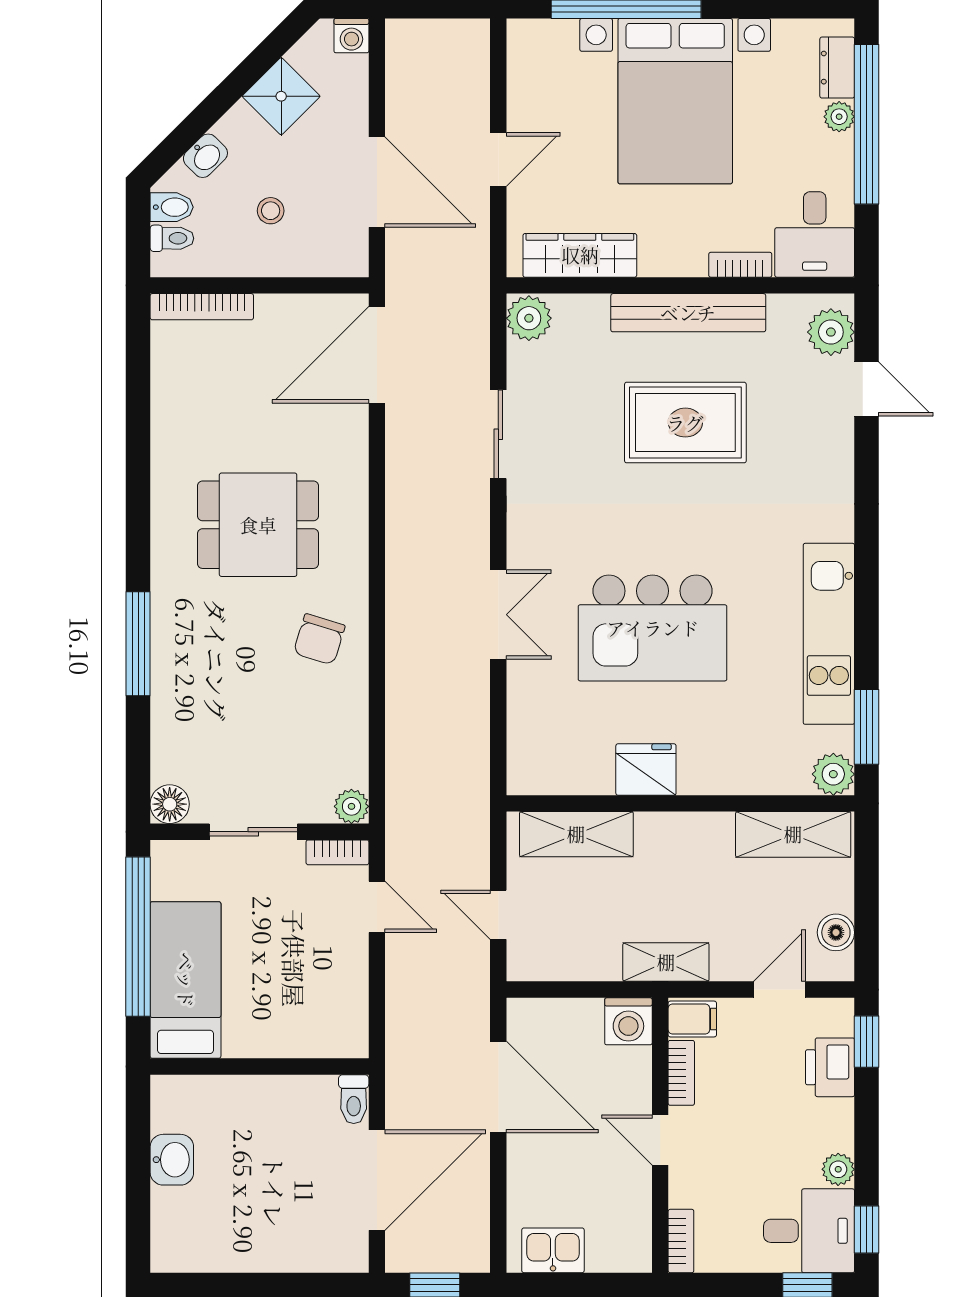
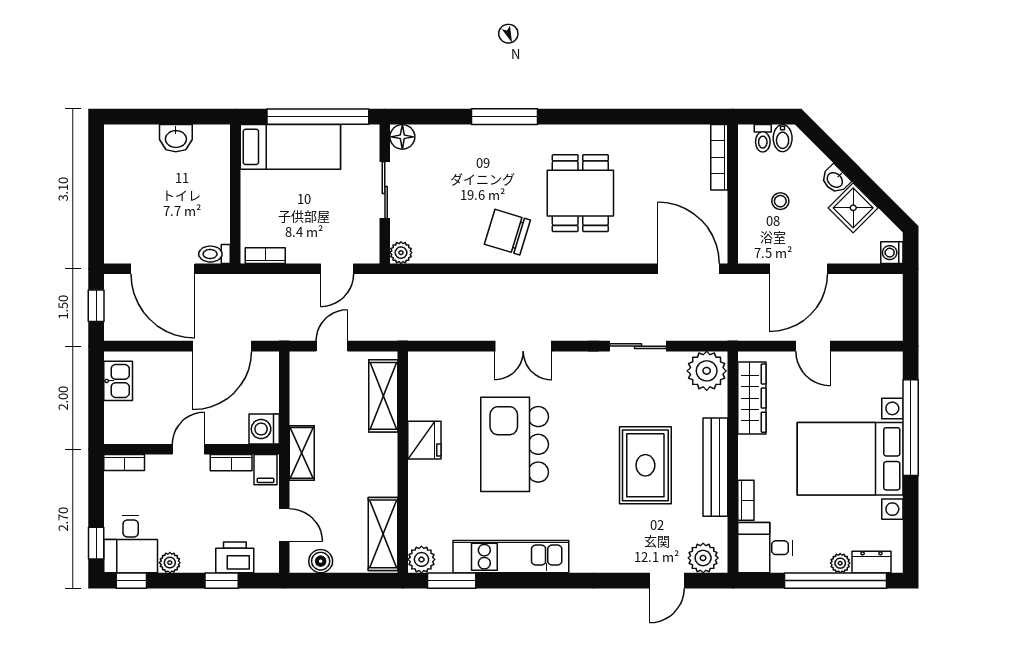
washbasin: (205, 156) -> (835, 180), moved
plant: (529, 318) -> (707, 371), width x1.36, depth x1.36
chair: (319, 639) -> (507, 232), width x1.37, depth x1.37
bookcase: (337, 852) -> (265, 256), moved, turned 90
window: (867, 1042) -> (222, 581), moved

